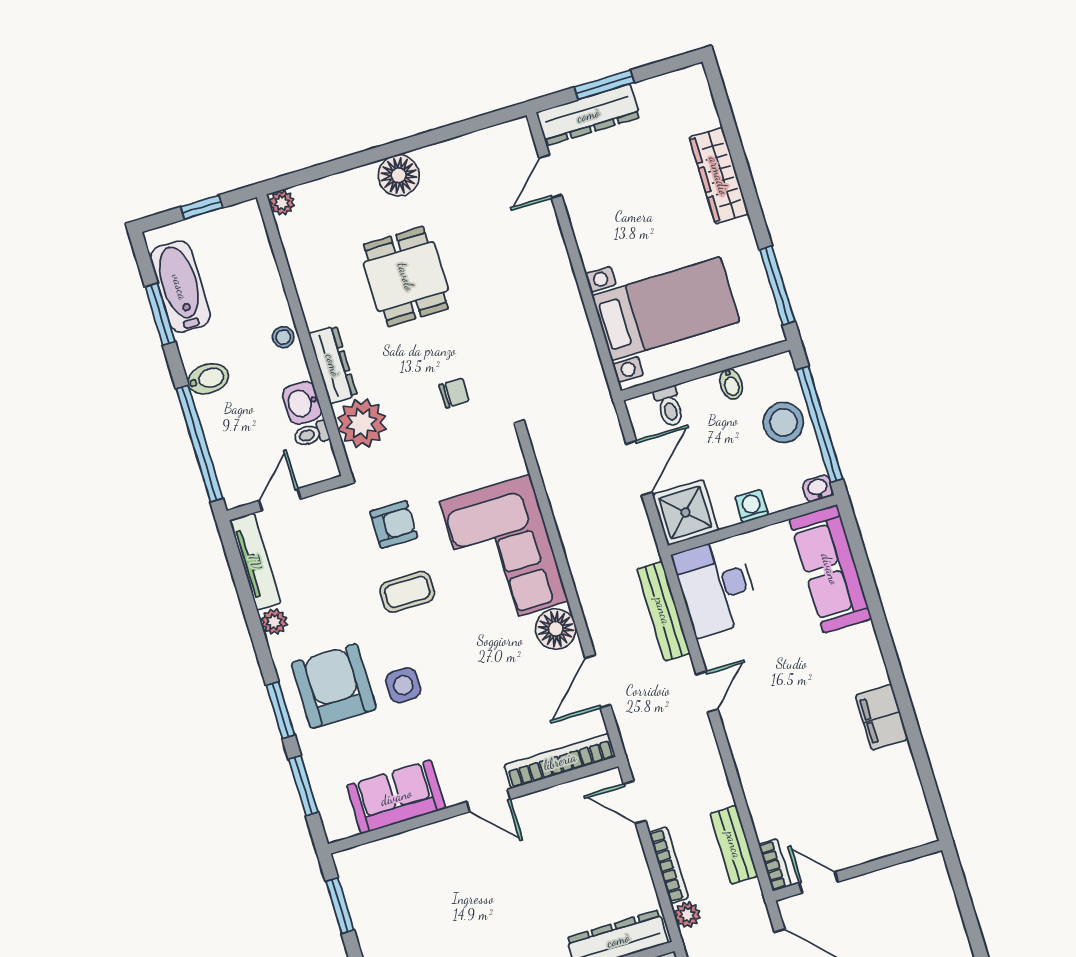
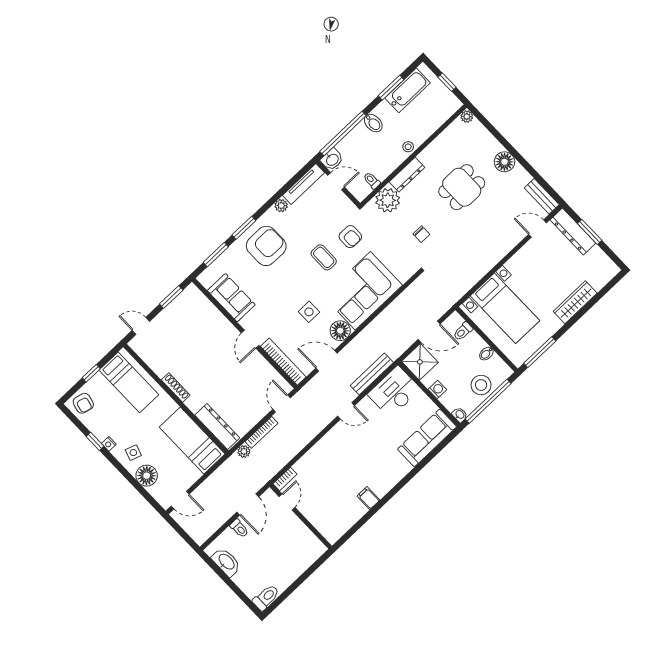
washbasin: (302, 403) -> (332, 159), moved, turned 180
side table: (403, 685) -> (309, 312), moved
filing cabinet: (882, 717) -> (368, 498), width x0.50
bench: (734, 845) -> (542, 196), moved, turned 90

